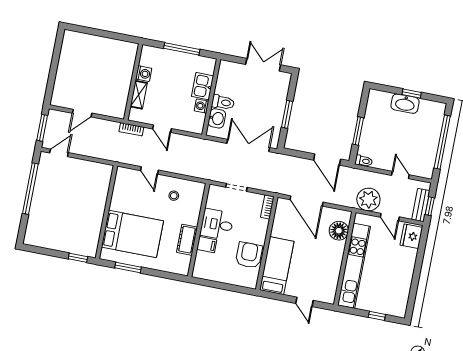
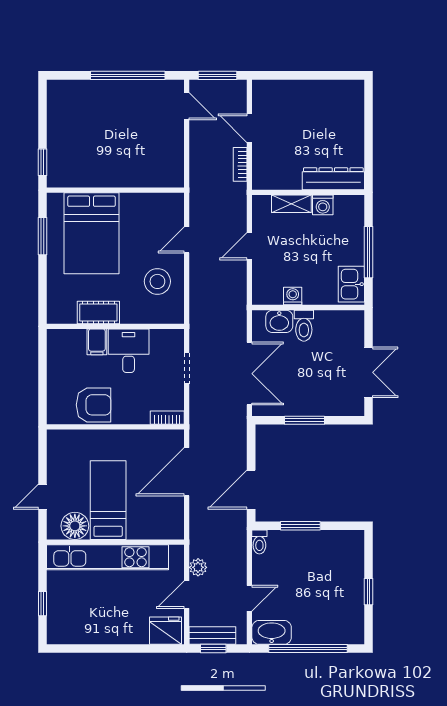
dresser: (127, 63) -> (333, 179), added
kitchen sink: (203, 86) -> (351, 284), moved, turned -90
washbasin: (405, 104) -> (272, 632), moved, turned 90
bookcase: (131, 129) -> (240, 164), moved
stool: (174, 196) -> (157, 281), width x1.89, depth x1.89
plant: (368, 200) -> (198, 567), width x0.53, depth x0.53
floor lamp: (339, 231) -> (75, 526), moved
bed: (277, 266) -> (108, 500), moved, turned -90

